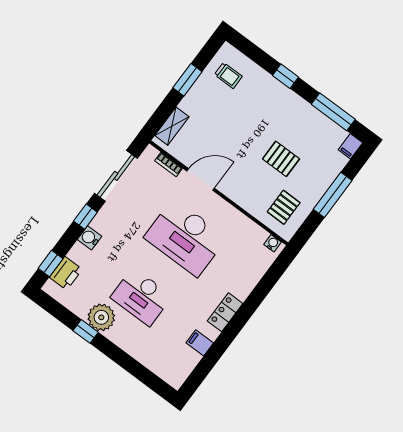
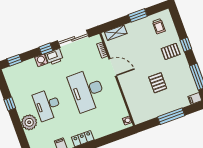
pallet: (284, 207) -> (171, 51), moved
printer: (66, 273) -> (54, 57), moved
plant: (101, 317) -> (29, 122), moved

